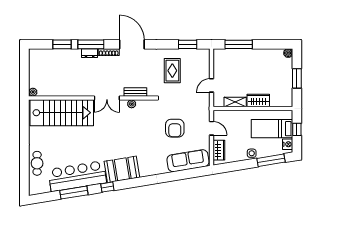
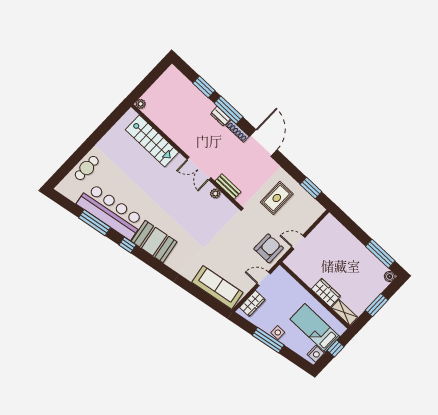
window: (239, 44) -> (380, 254), moved
shelving: (235, 102) -> (344, 313), moved
stairs: (62, 113) -> (152, 141), width x0.73, depth x0.66
armchair: (175, 128) -> (269, 248), moved, turned 180
door: (212, 128) -> (264, 279), swing flipped
window: (271, 160) -> (268, 340), moved

